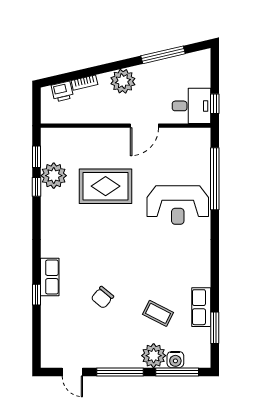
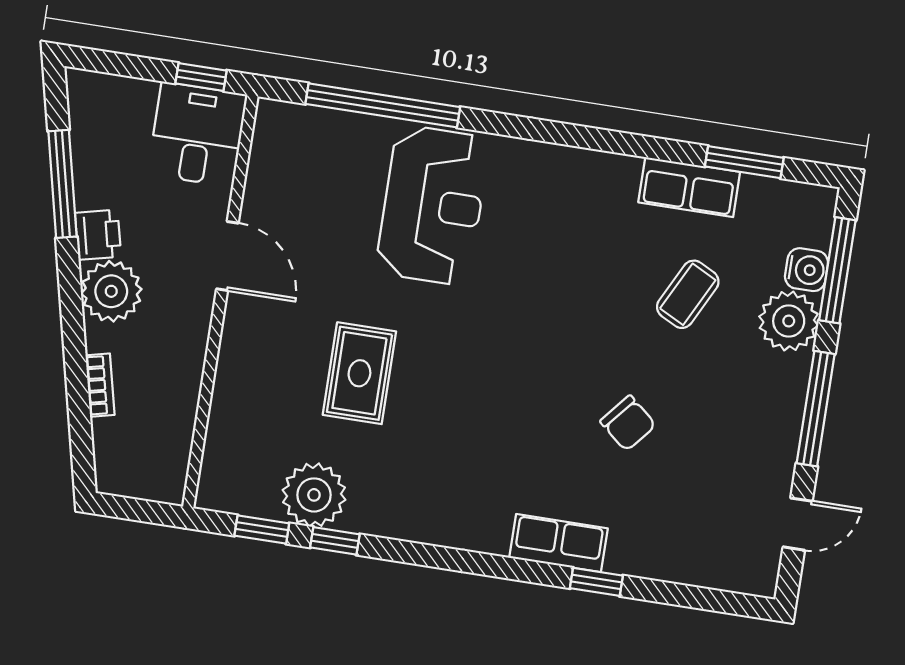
printer: (62, 91) -> (98, 235), moved
rug: (106, 186) -> (359, 373), width x0.73, depth x0.70

